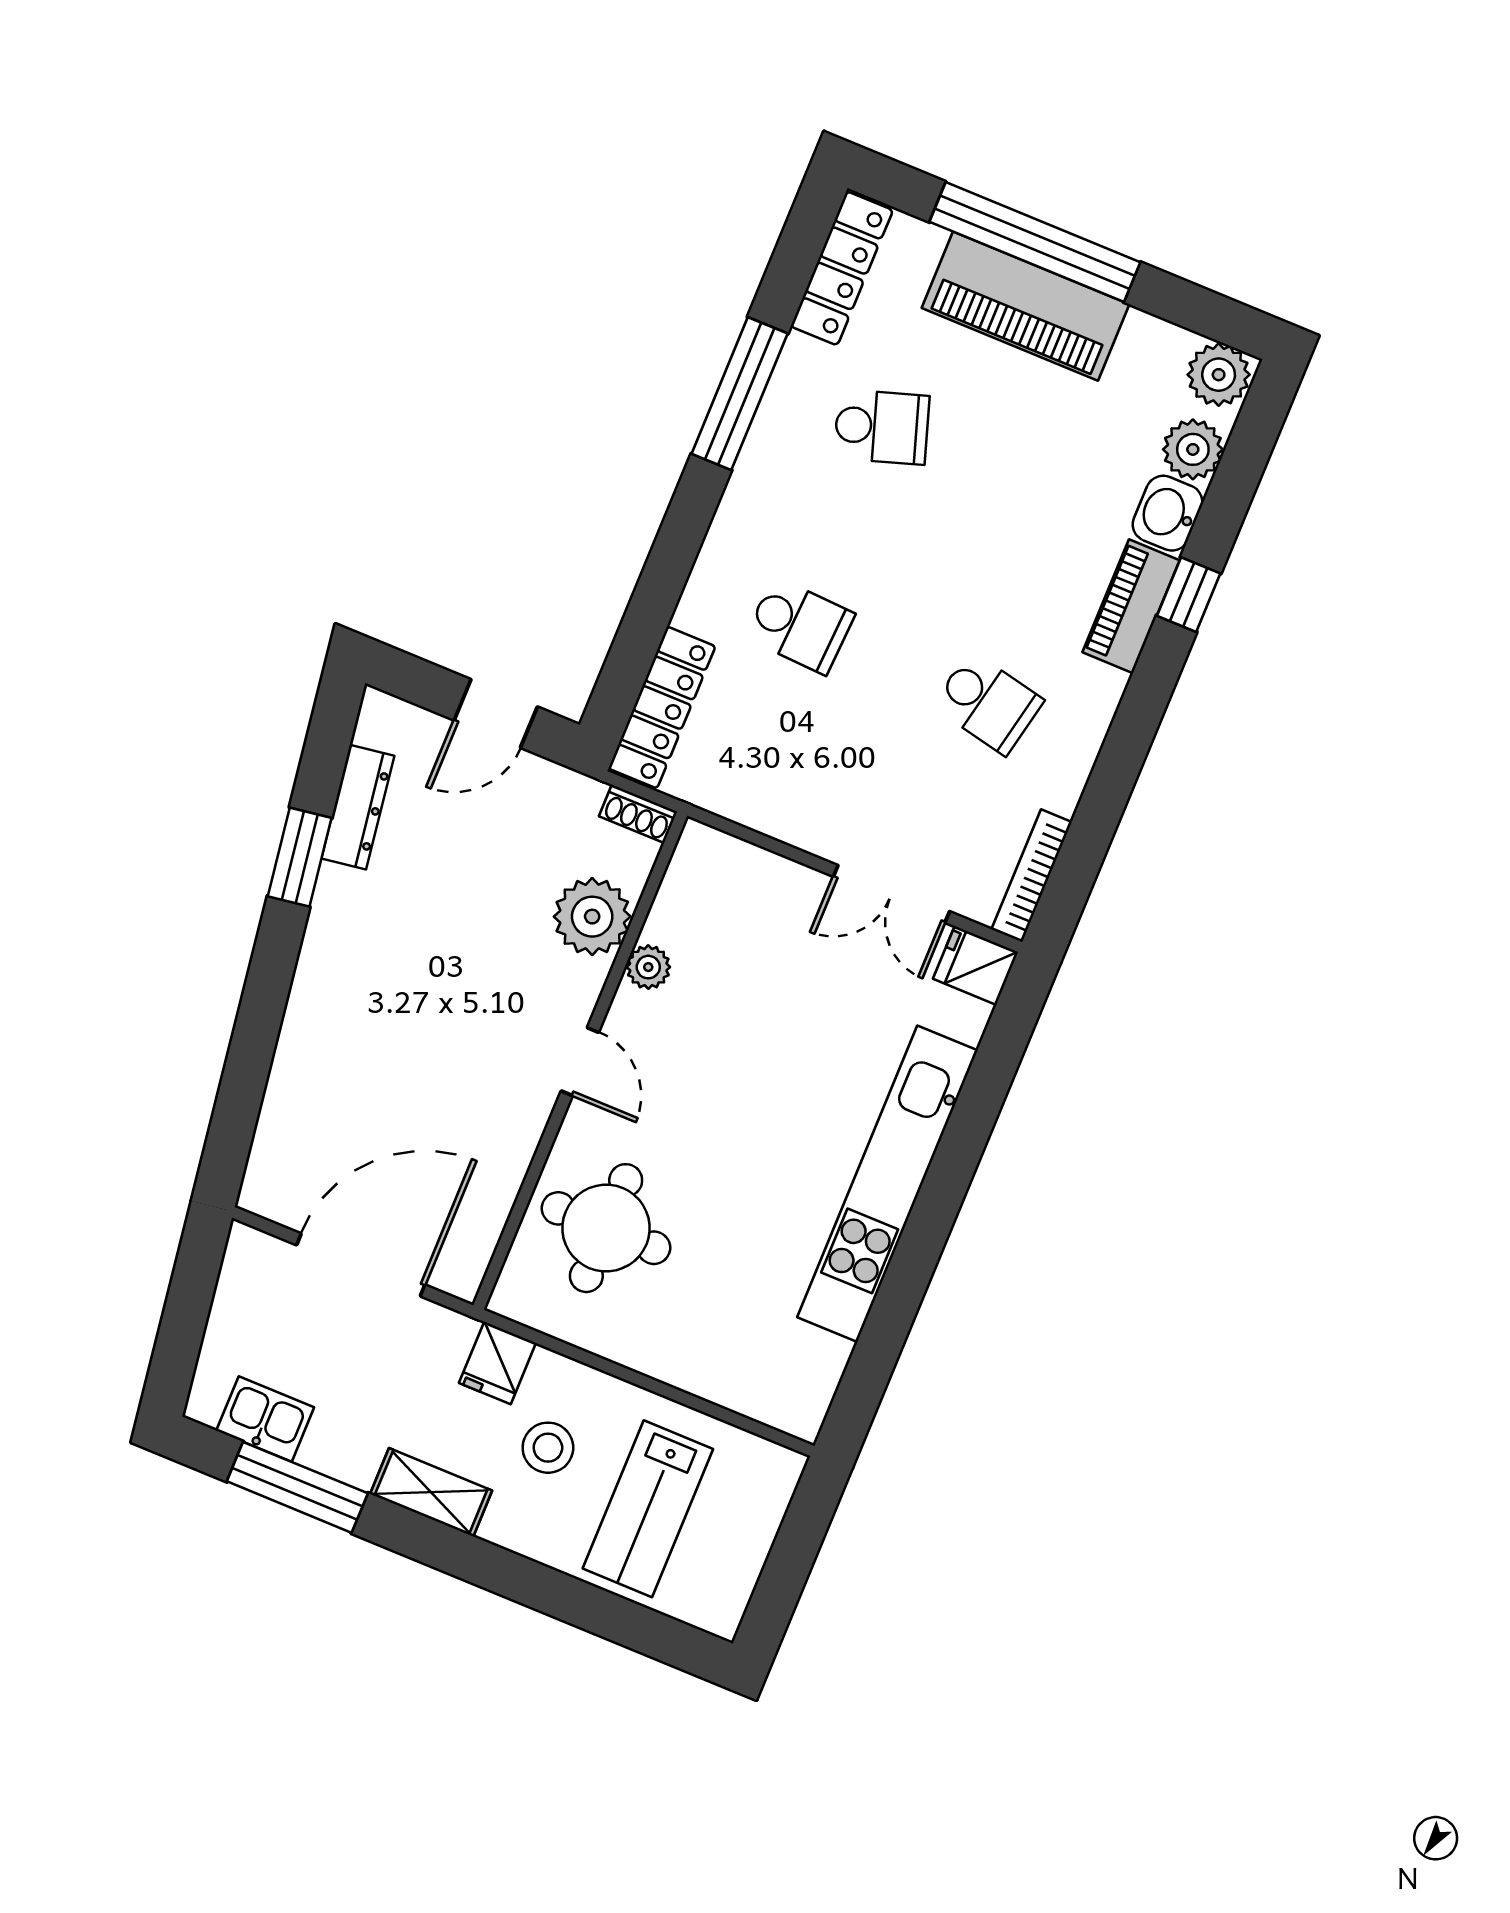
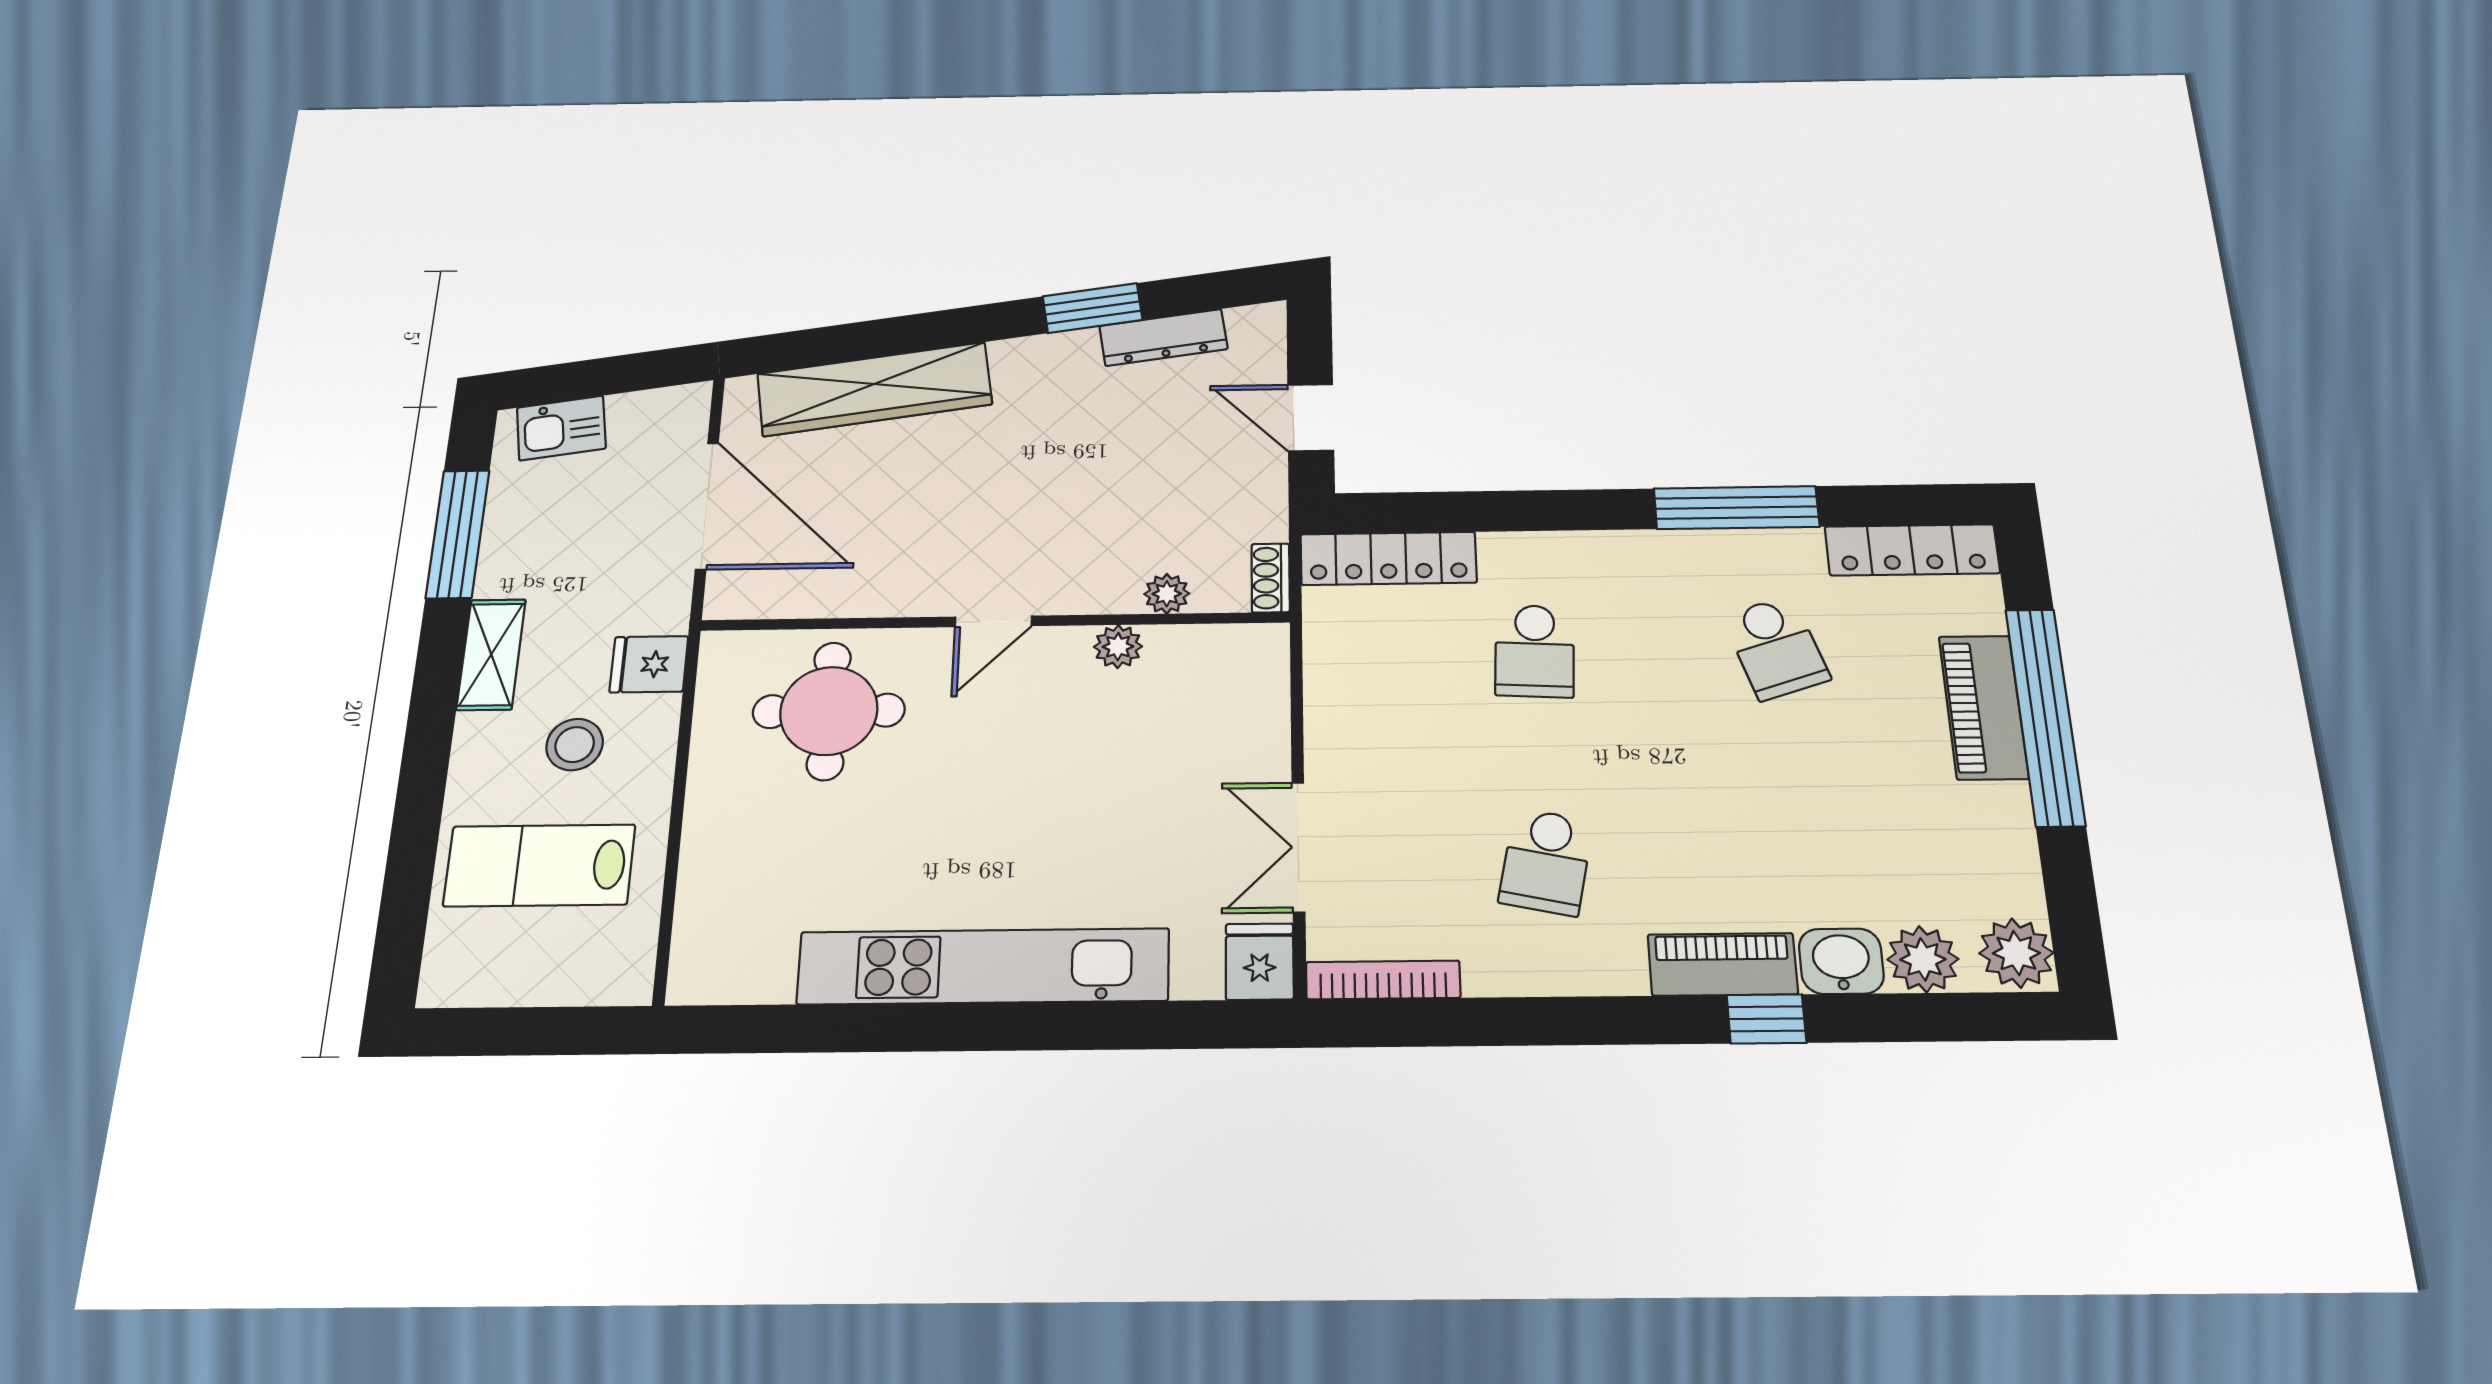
piano: (1025, 306) -> (1983, 707), width x0.73, depth x0.75
plant: (592, 917) -> (1167, 594), width x0.53, depth x0.53
wardrobe: (302, 1080) -> (874, 389), added
kitchen sink: (265, 1419) -> (561, 428), moved, turned 82

